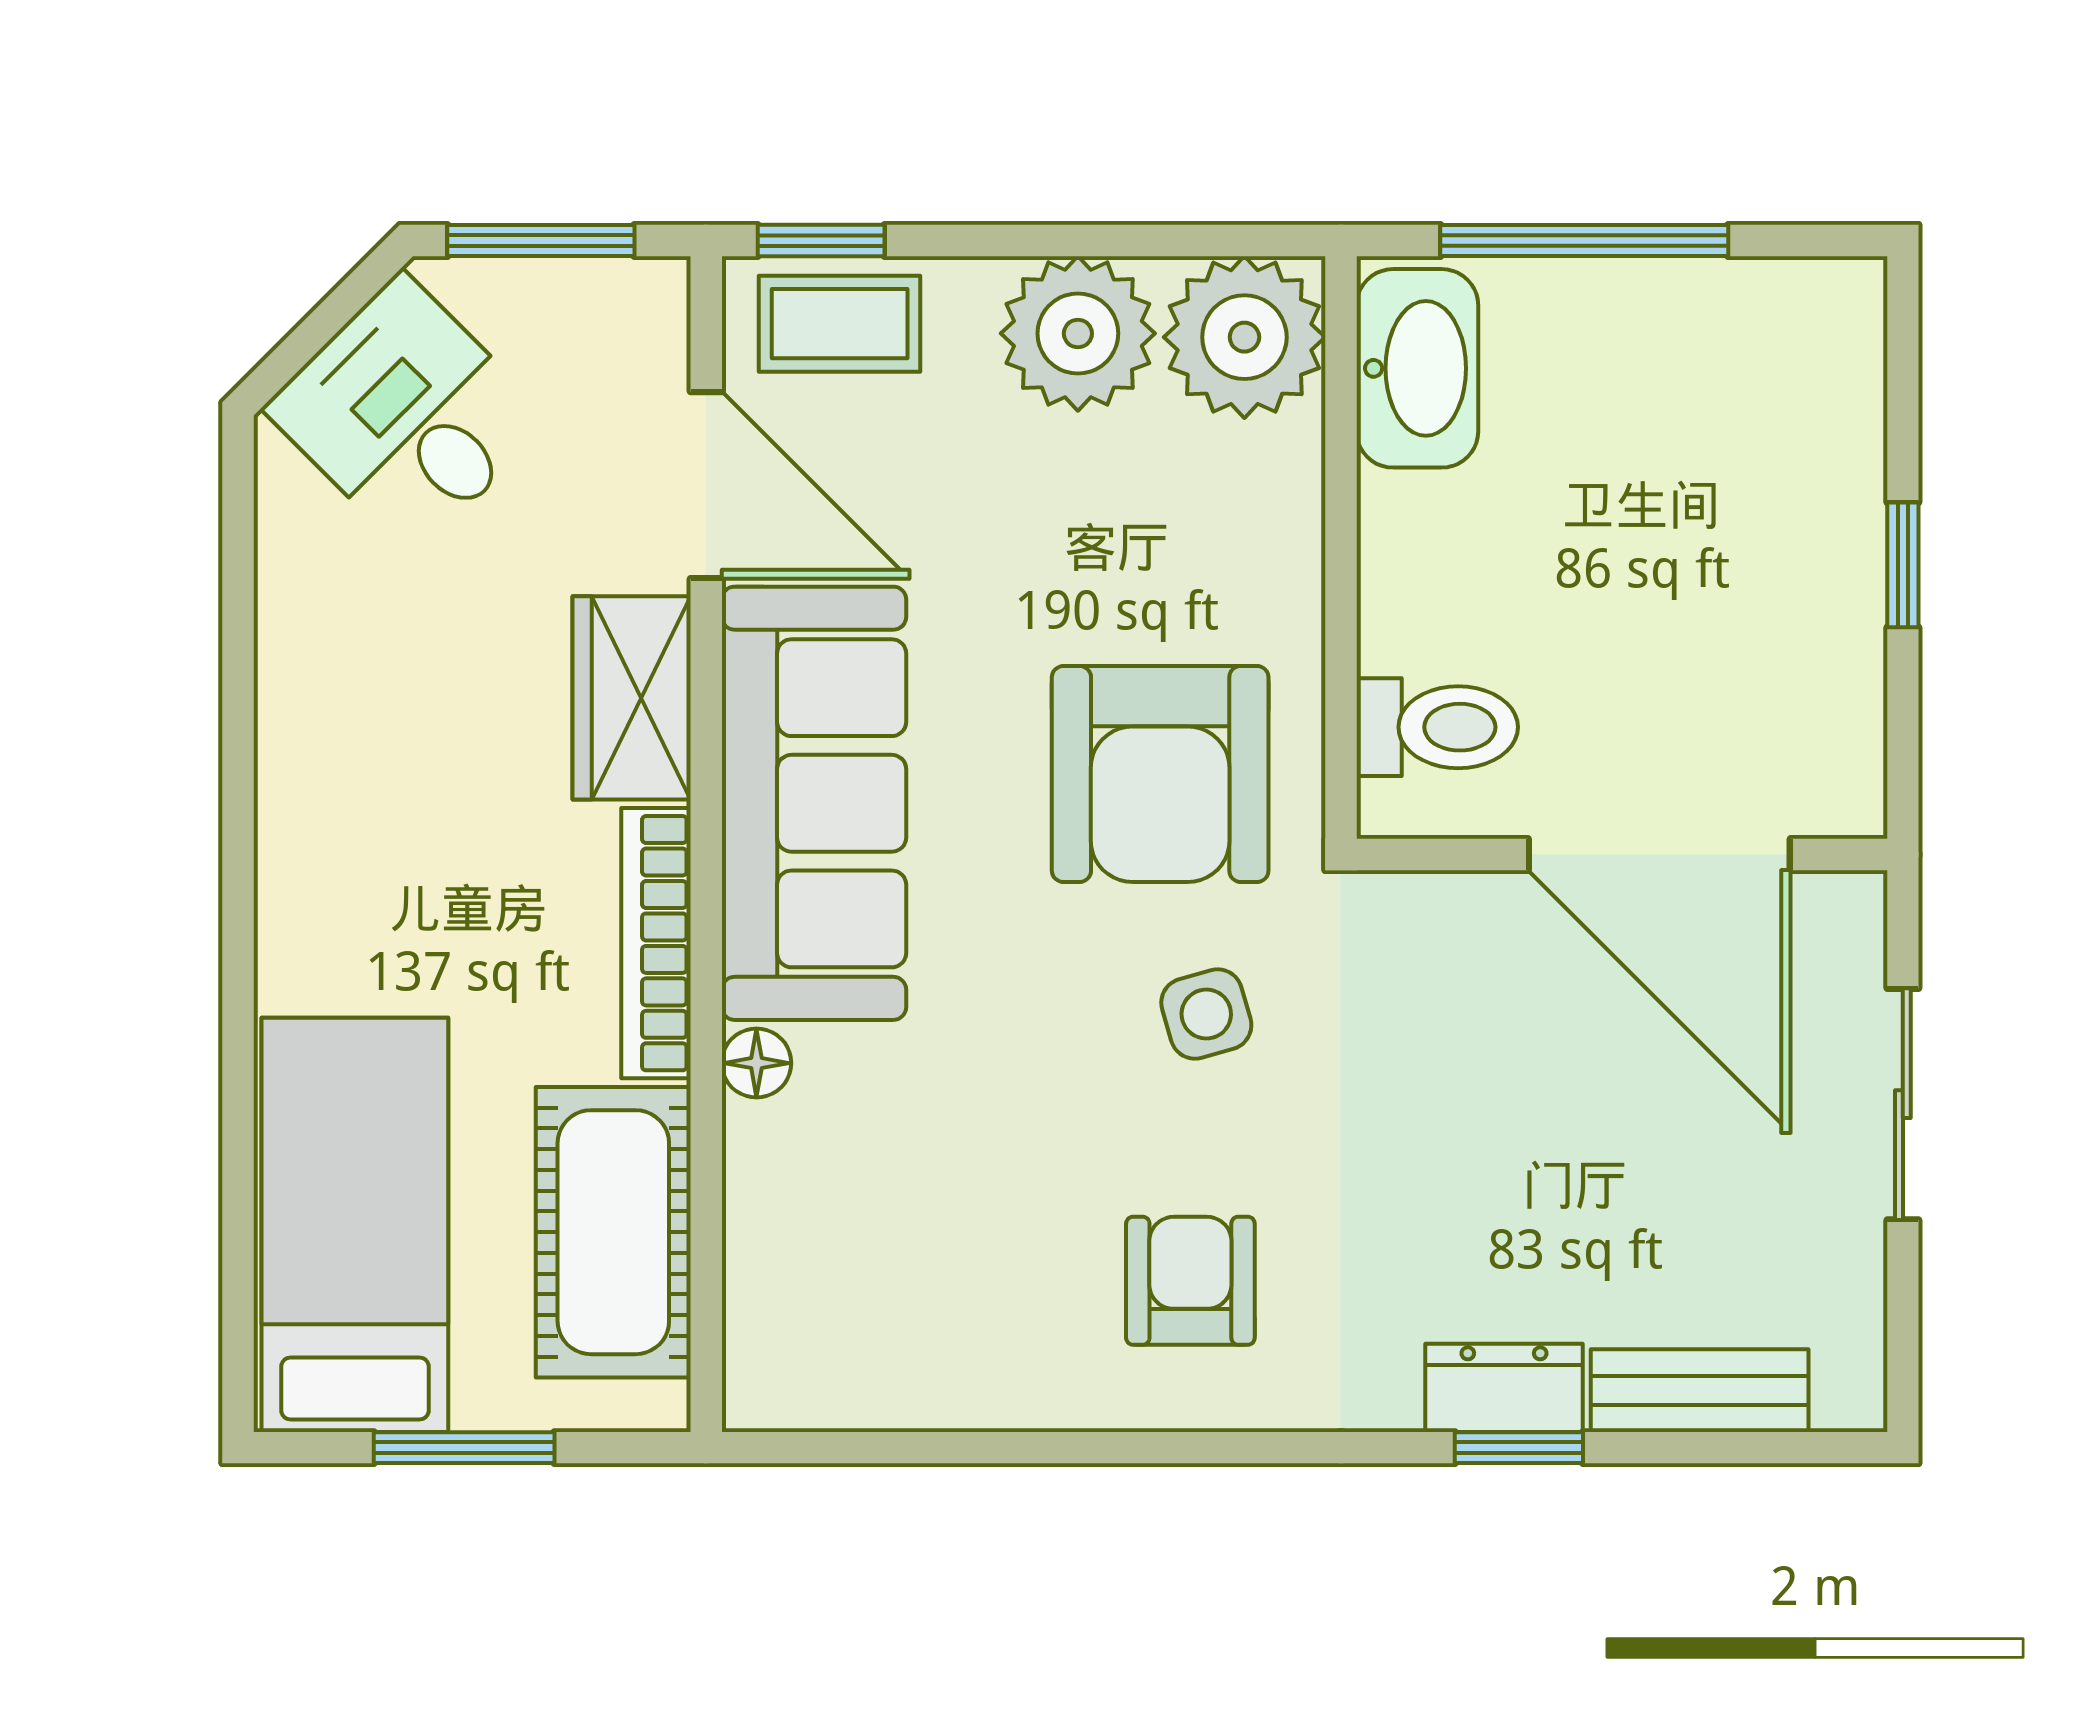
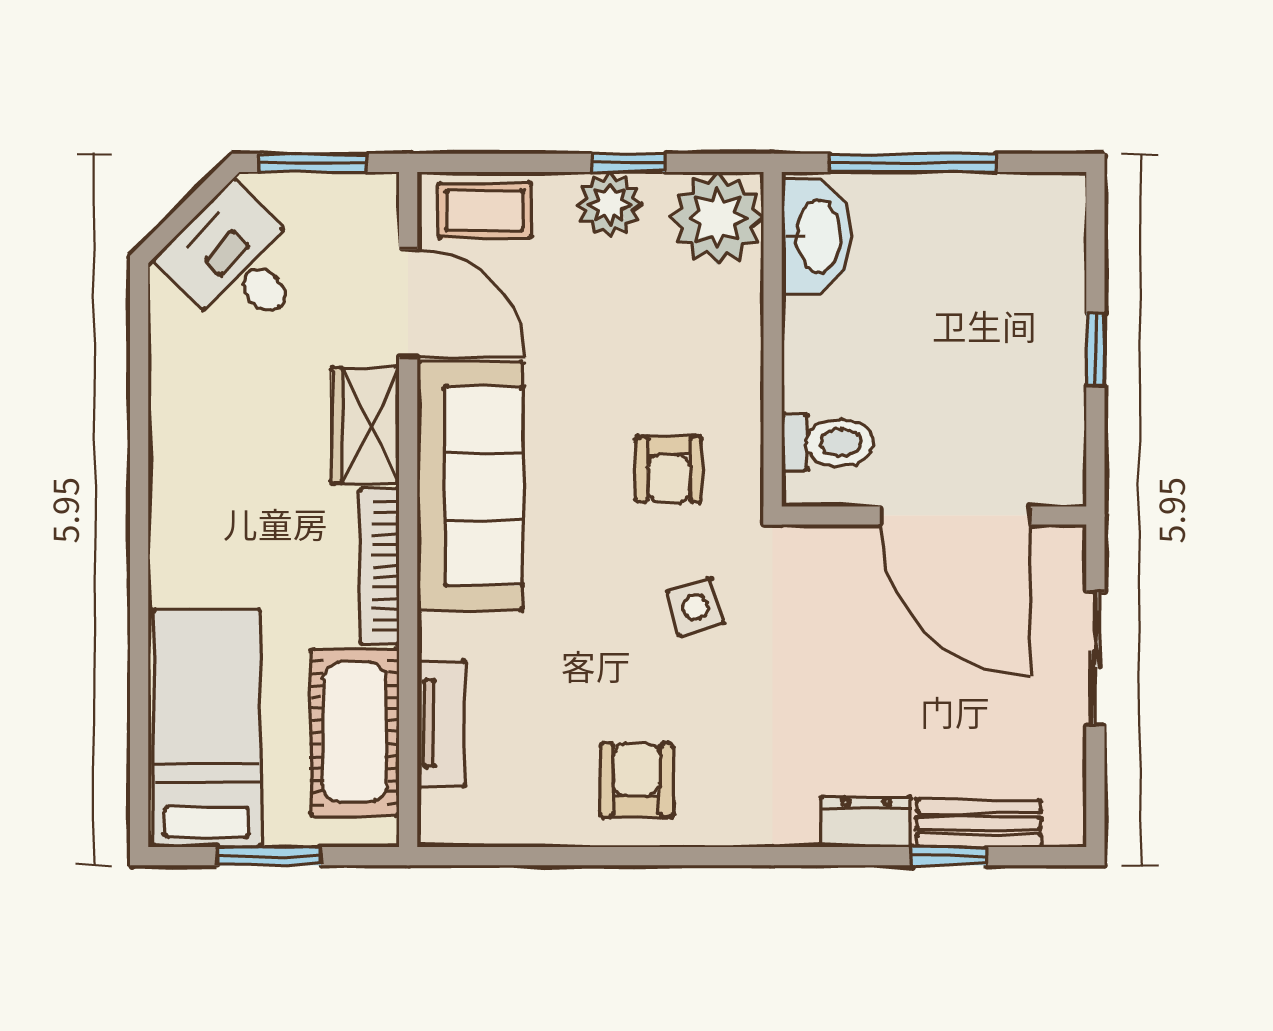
window: (821, 241) -> (628, 163), moved
plant: (1078, 333) -> (610, 204), width x0.73, depth x0.73
armchair: (1160, 774) -> (669, 469), width x0.53, depth x0.53
floor lamp: (756, 1063) -> (437, 635), removed
tv unit: (764, 1217) -> (441, 723), added
armchair: (1190, 1281) -> (637, 780), moved
window: (1519, 1448) -> (949, 856), moved

